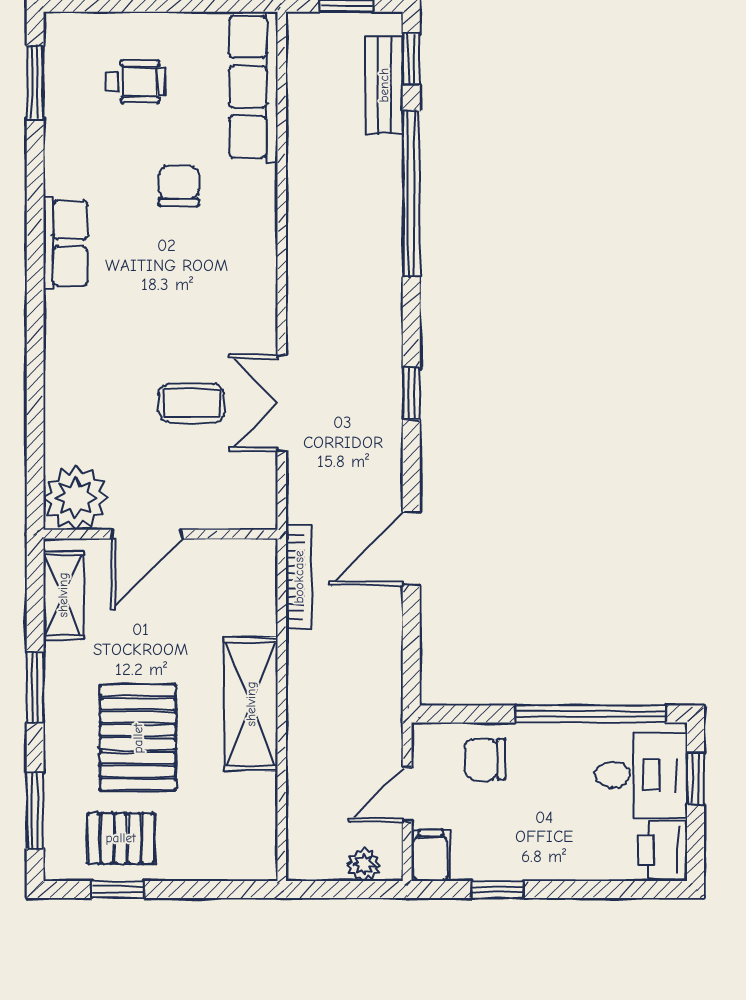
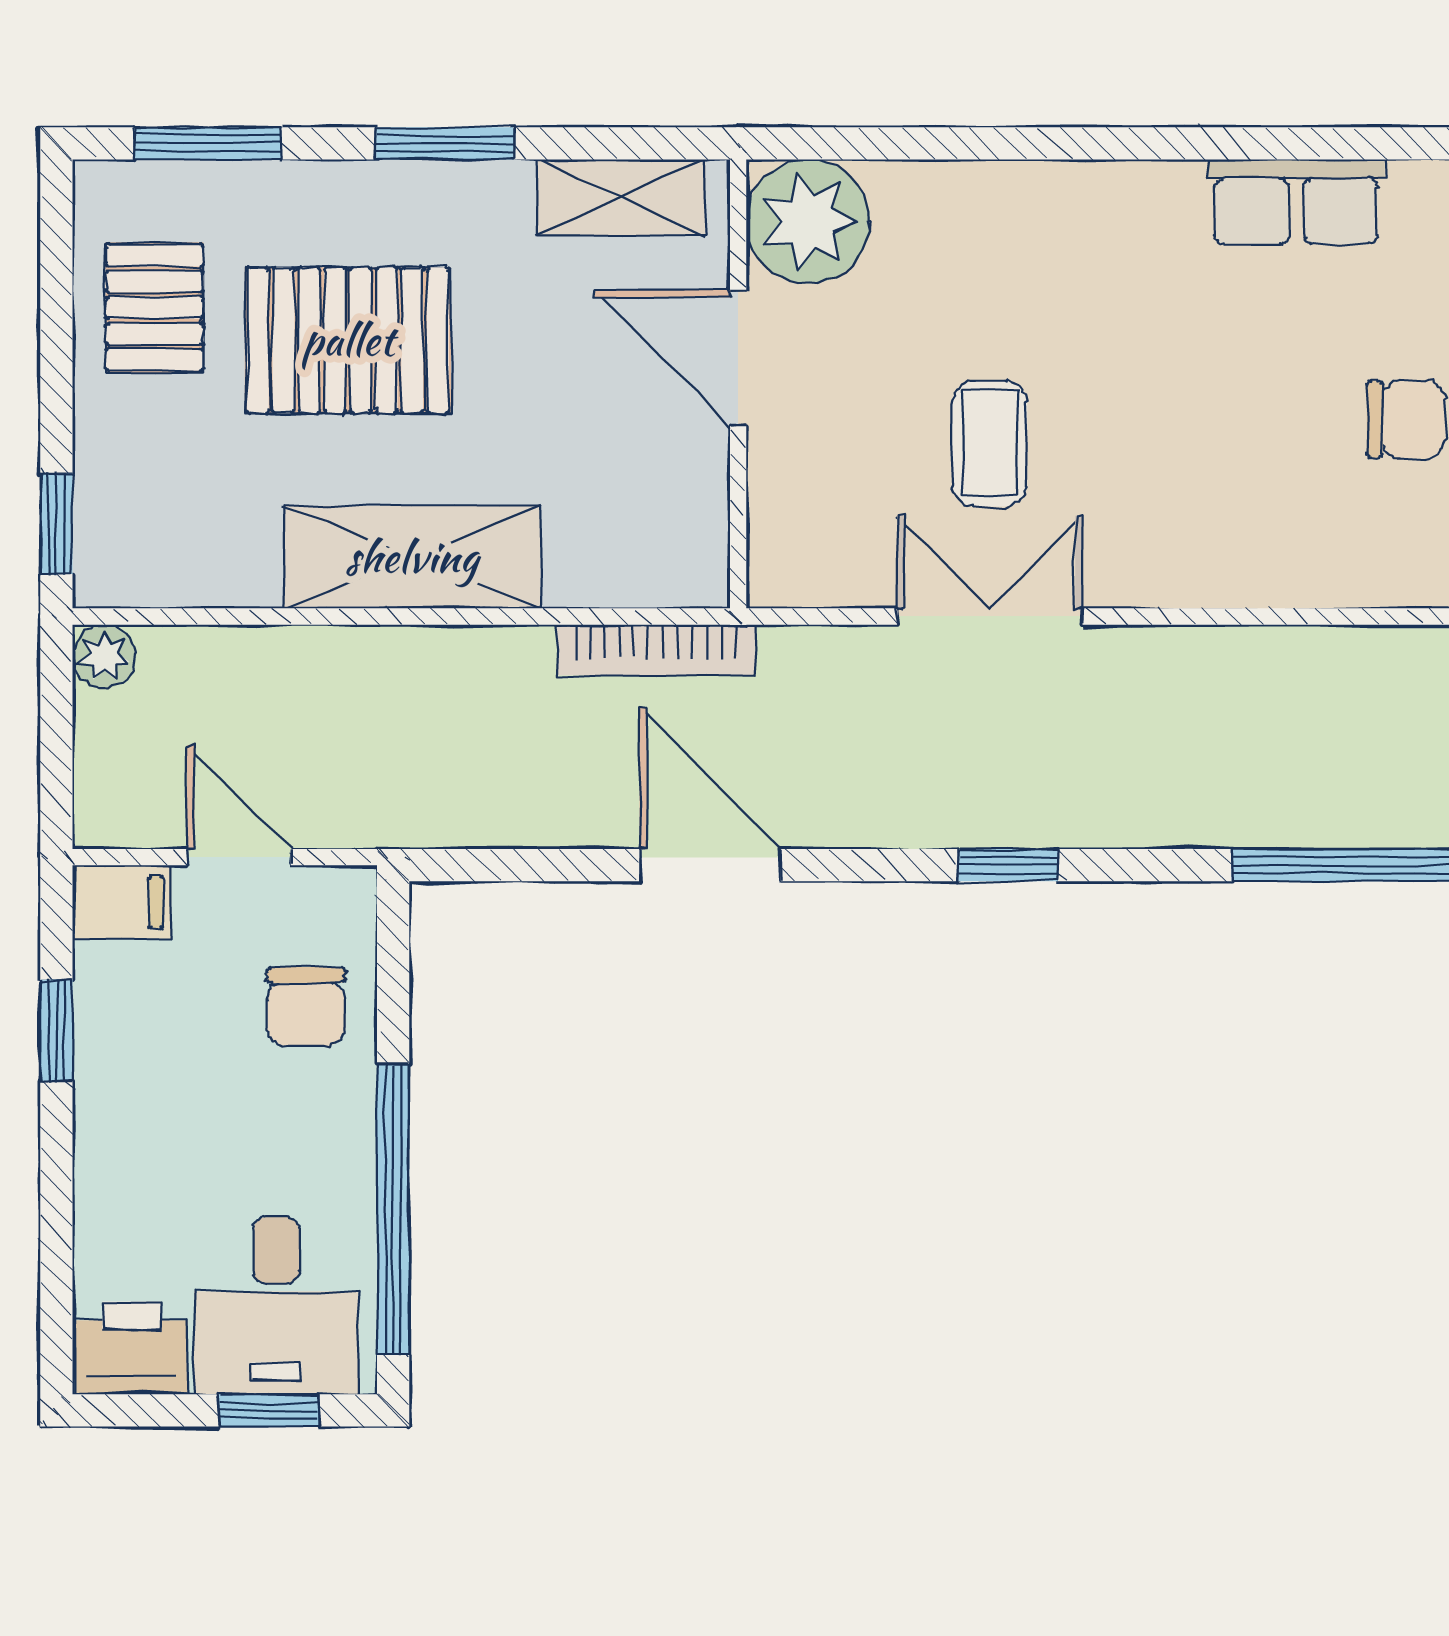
chair: (485, 759) -> (306, 1007), turned 180
plant: (364, 865) -> (104, 656), moved
window: (118, 889) -> (56, 524), moved

